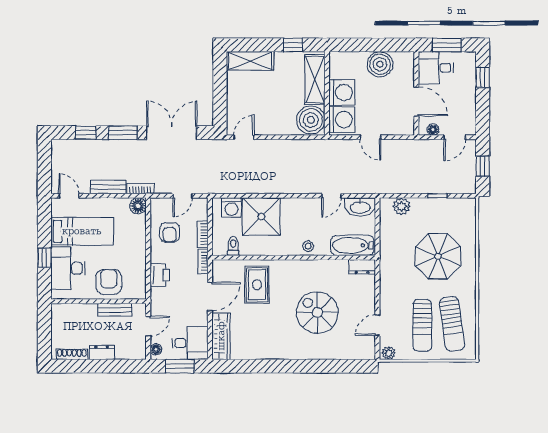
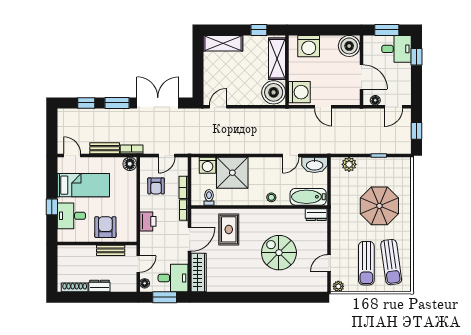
boiler: (380, 64) -> (349, 46), moved
desk: (436, 68) -> (397, 49), moved, turned 180
washing machine: (342, 92) -> (309, 46), moved, turned 90
desk: (68, 268) -> (71, 216), width x0.73

